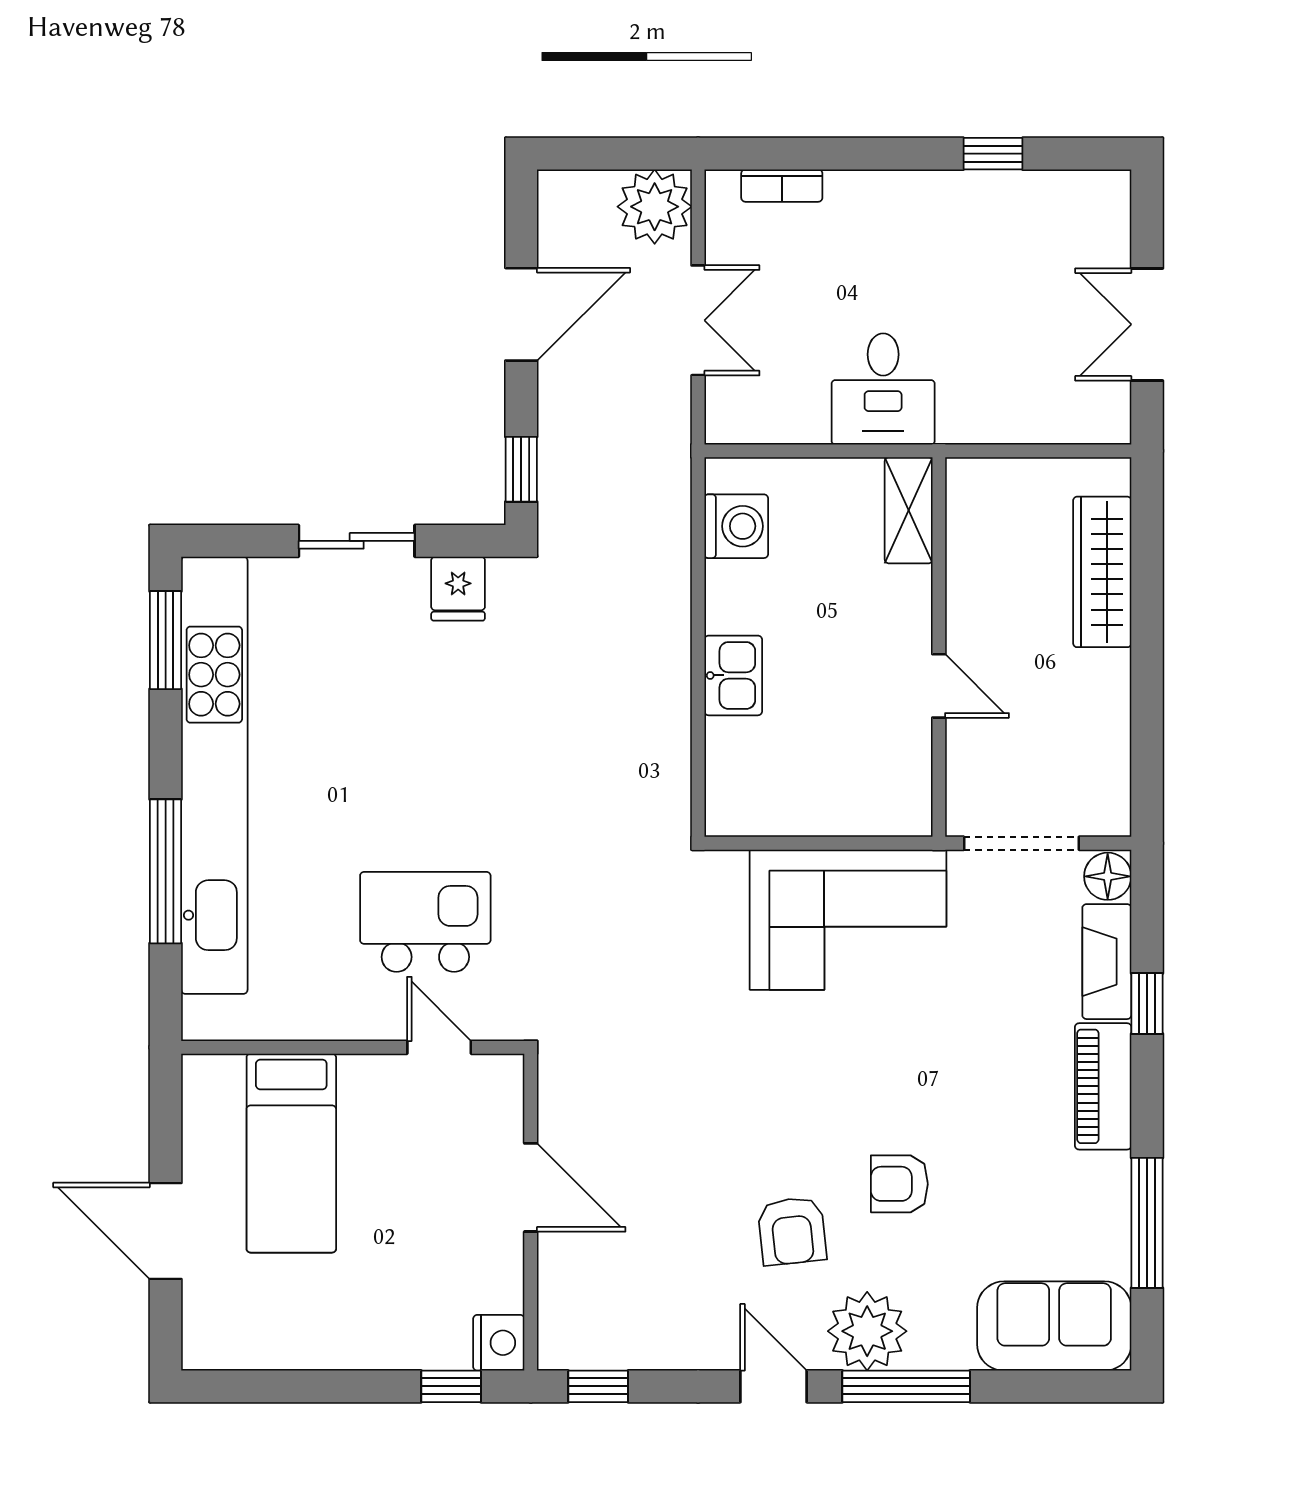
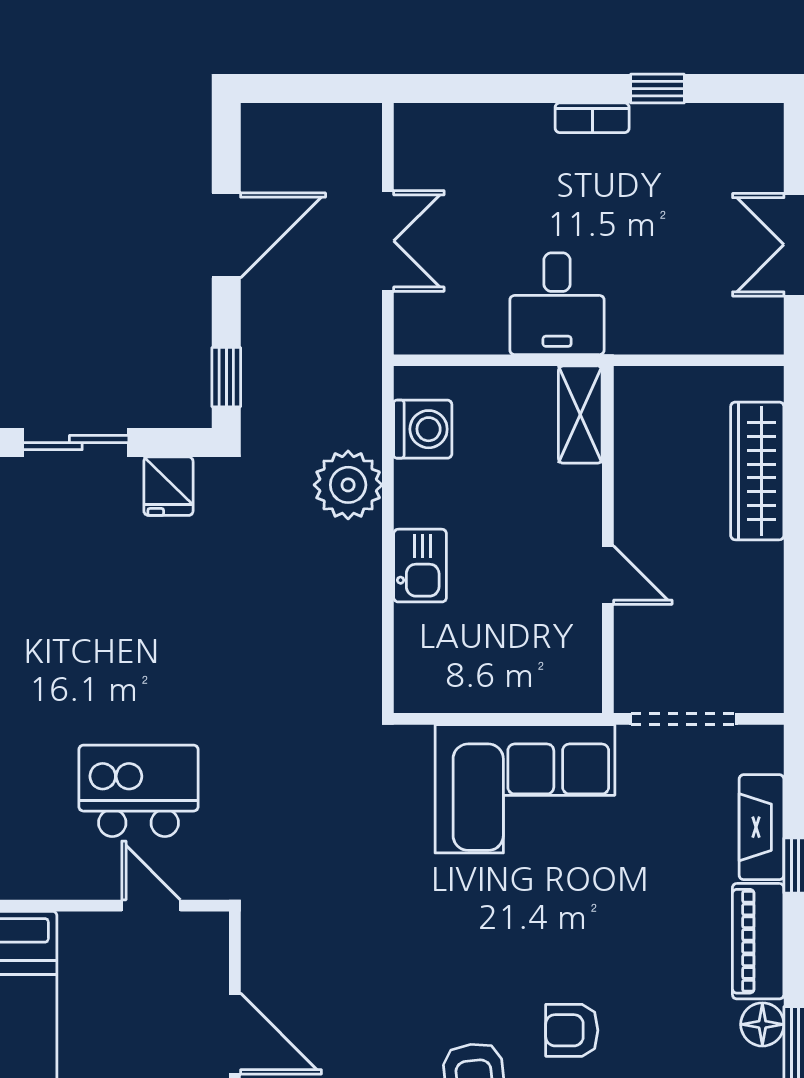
bookcase: (782, 186) -> (592, 118), moved
plant: (655, 207) -> (348, 485), moved
floor lamp: (1108, 876) -> (762, 1024), moved

